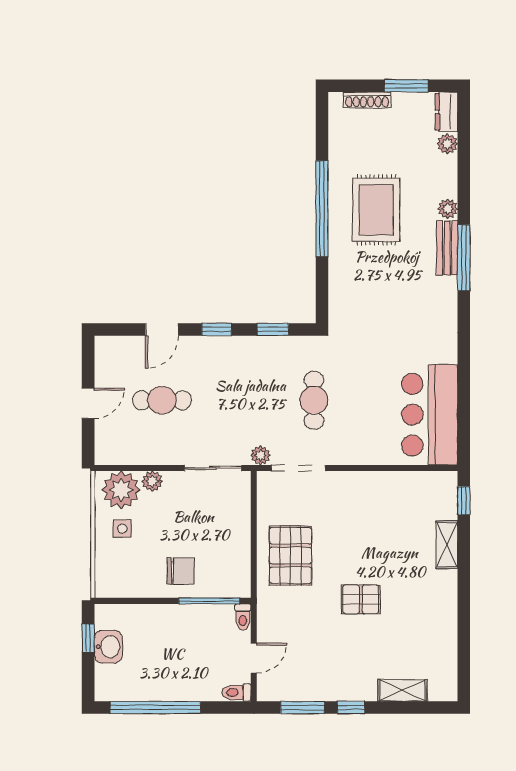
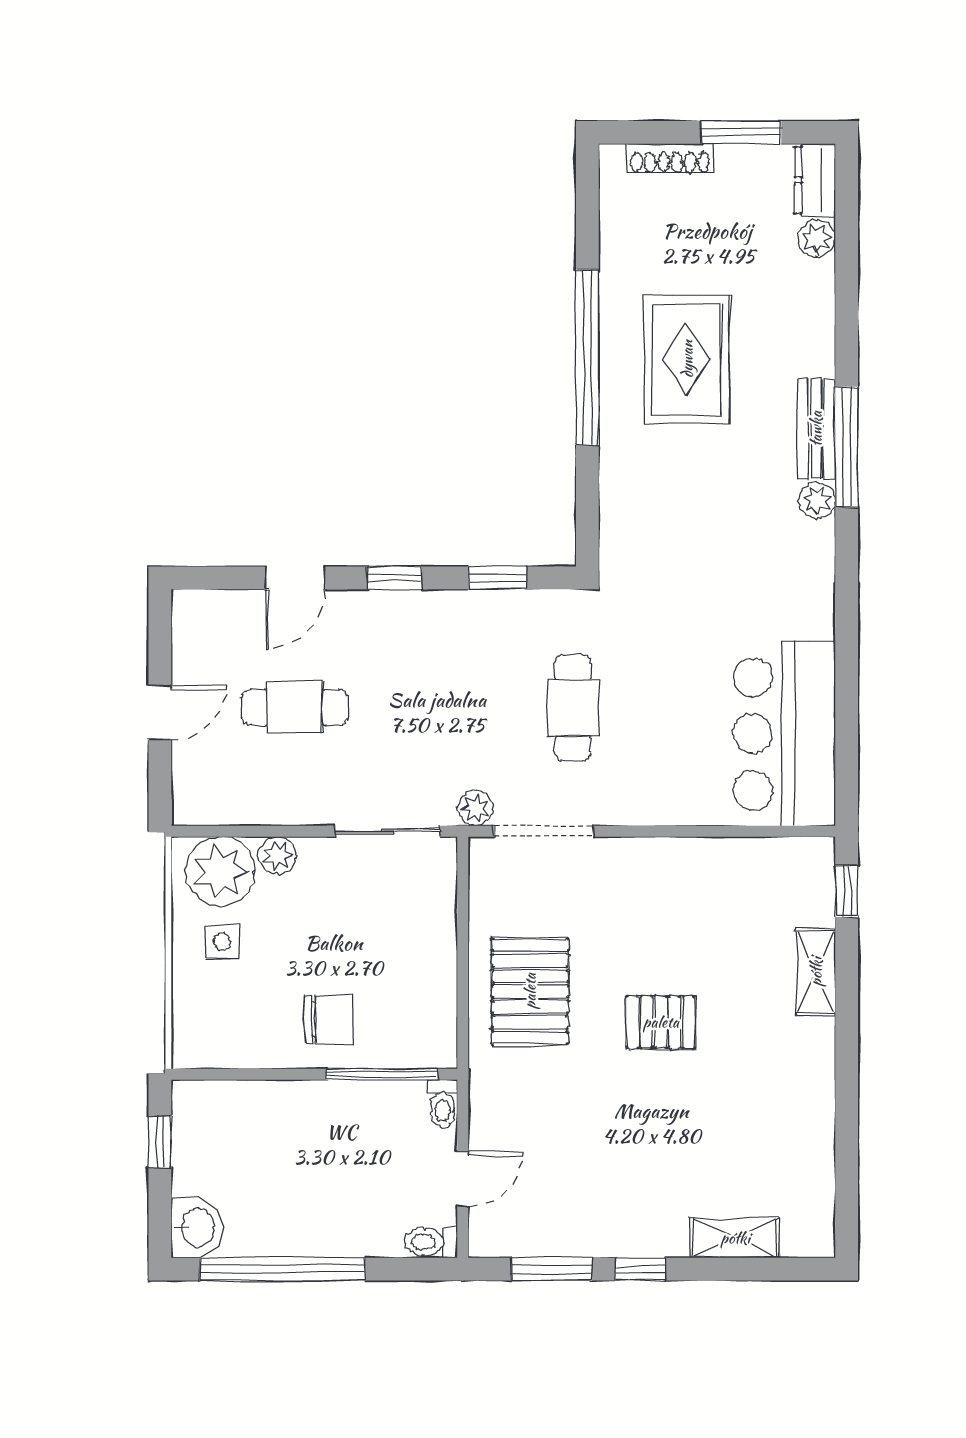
plant: (448, 209) -> (817, 501), moved
pallet: (361, 599) -> (661, 1022), moved
washbasin: (108, 647) -> (197, 1228), moved

